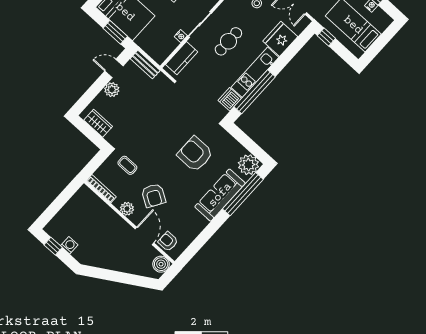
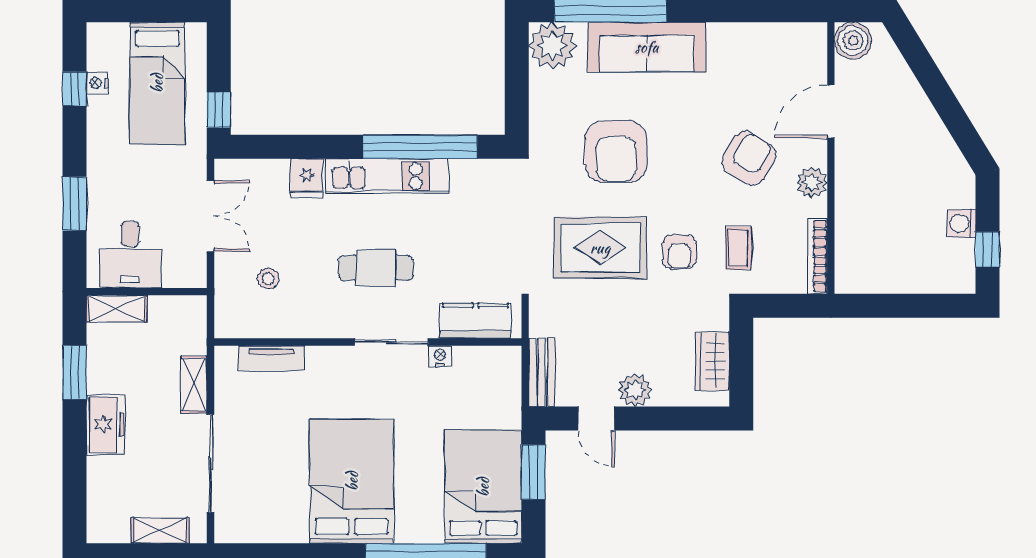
fridge: (280, 39) -> (307, 178), width x0.53, depth x0.75
dishwasher: (230, 99) -> (471, 177), removed
rug: (168, 120) -> (600, 248), added
armchair: (168, 241) -> (679, 252), moved

